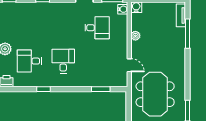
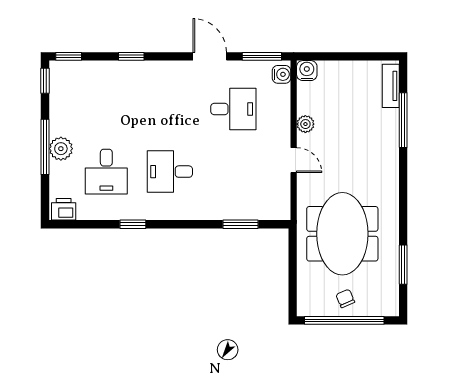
desk: (29, 61) -> (106, 172), turned -90
desk: (63, 61) -> (170, 172), turned -90
door: (129, 65) -> (294, 160), moved

